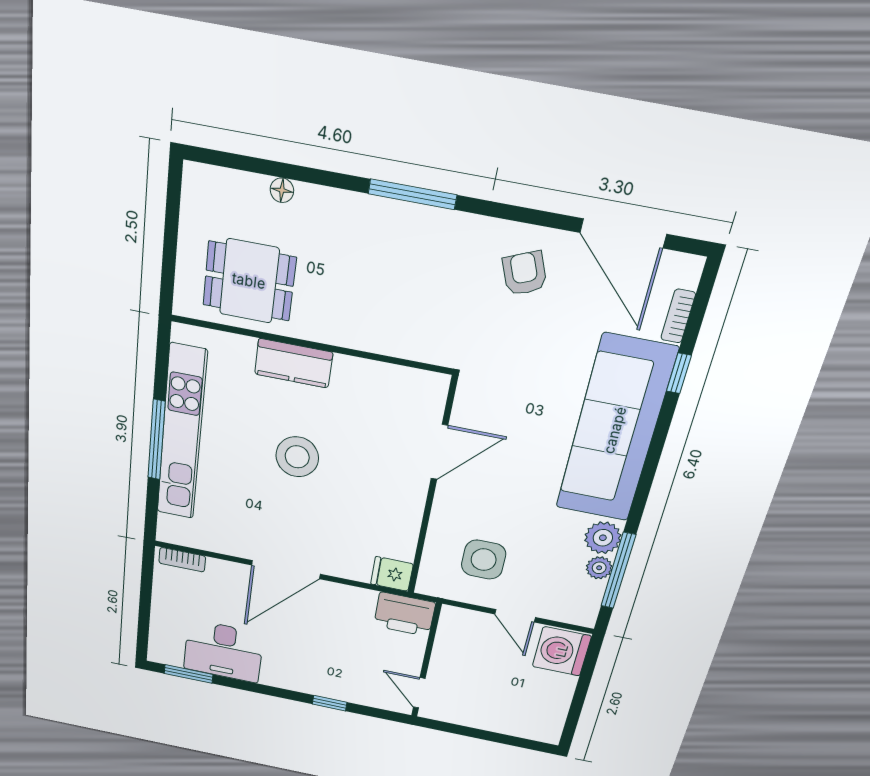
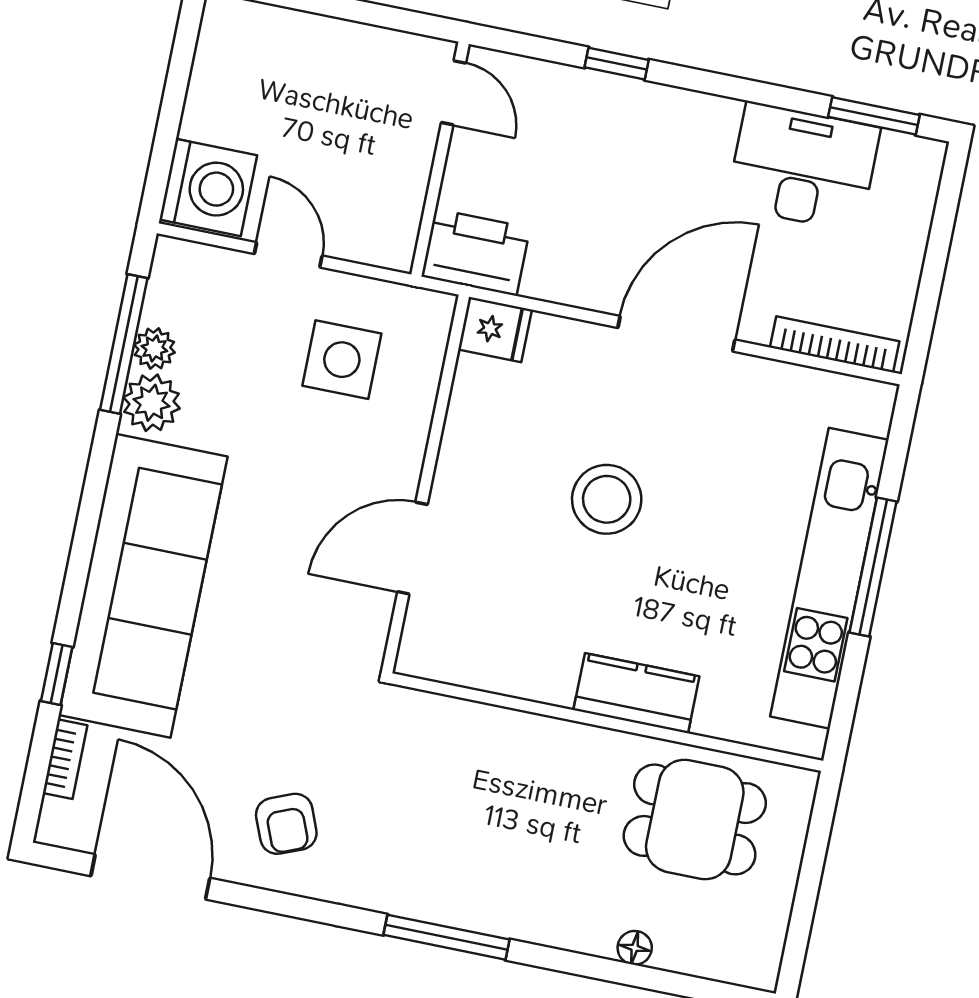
stool: (297, 457) -> (607, 499), moved
bookcase: (182, 560) -> (835, 344), width x1.56

